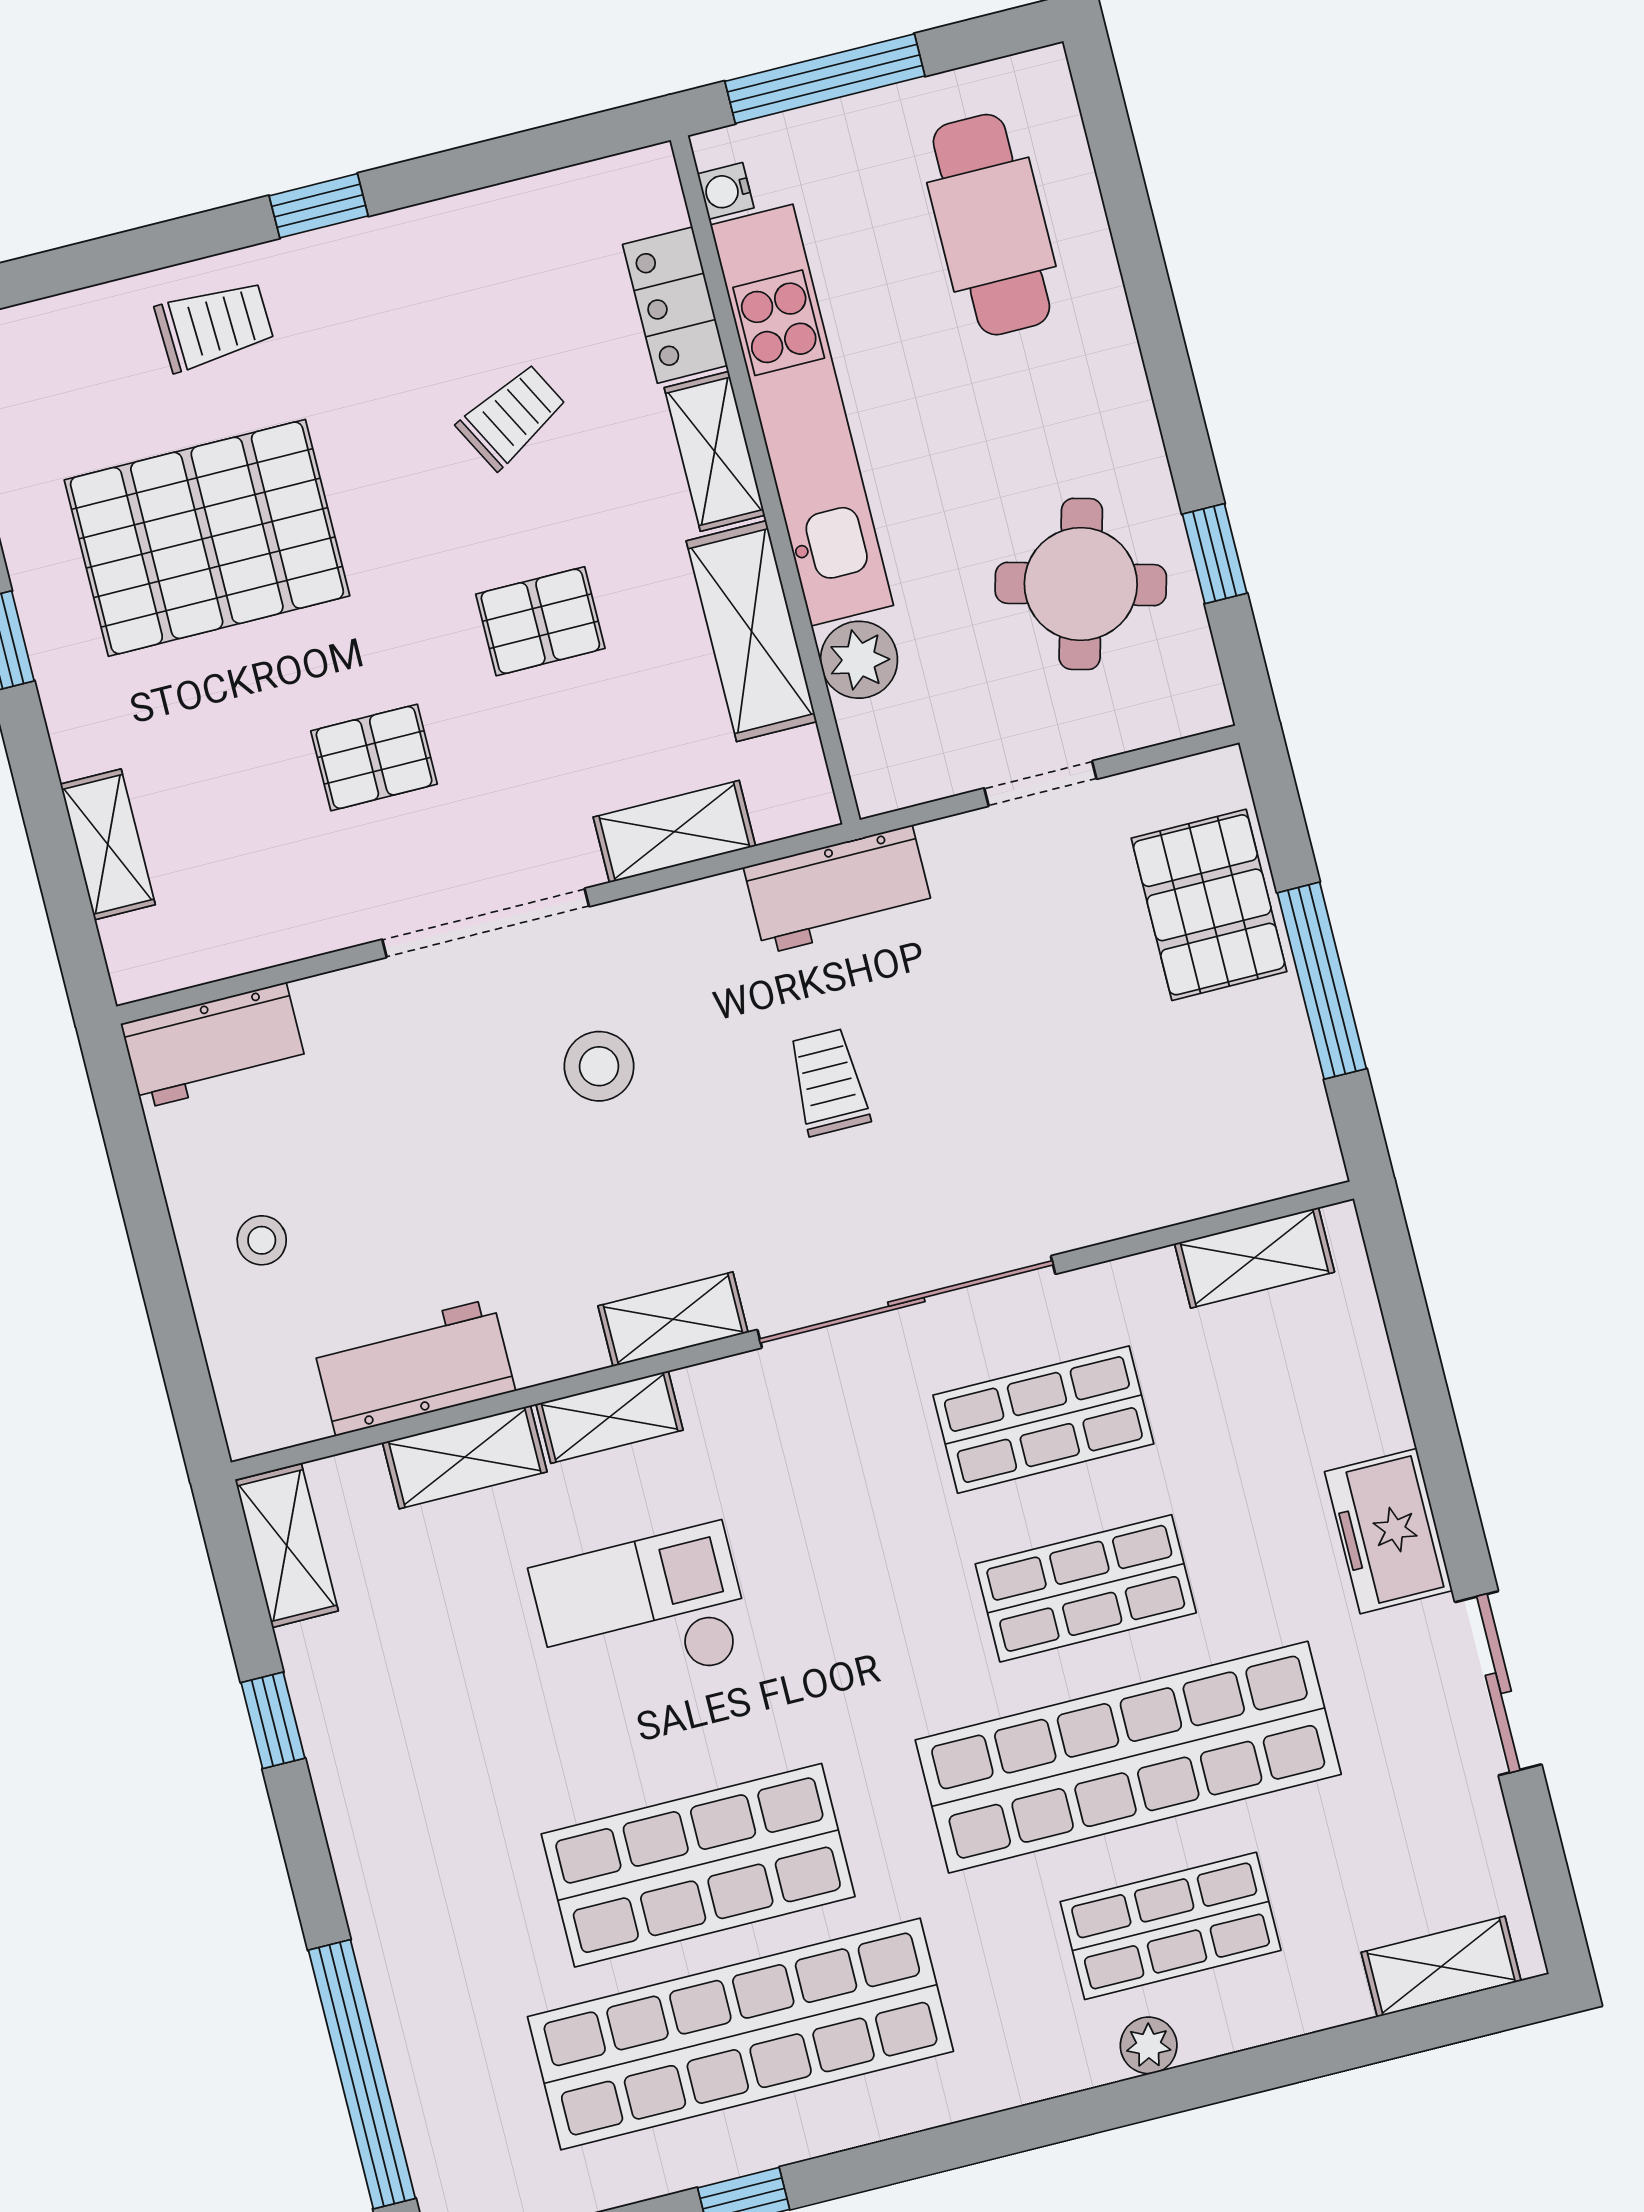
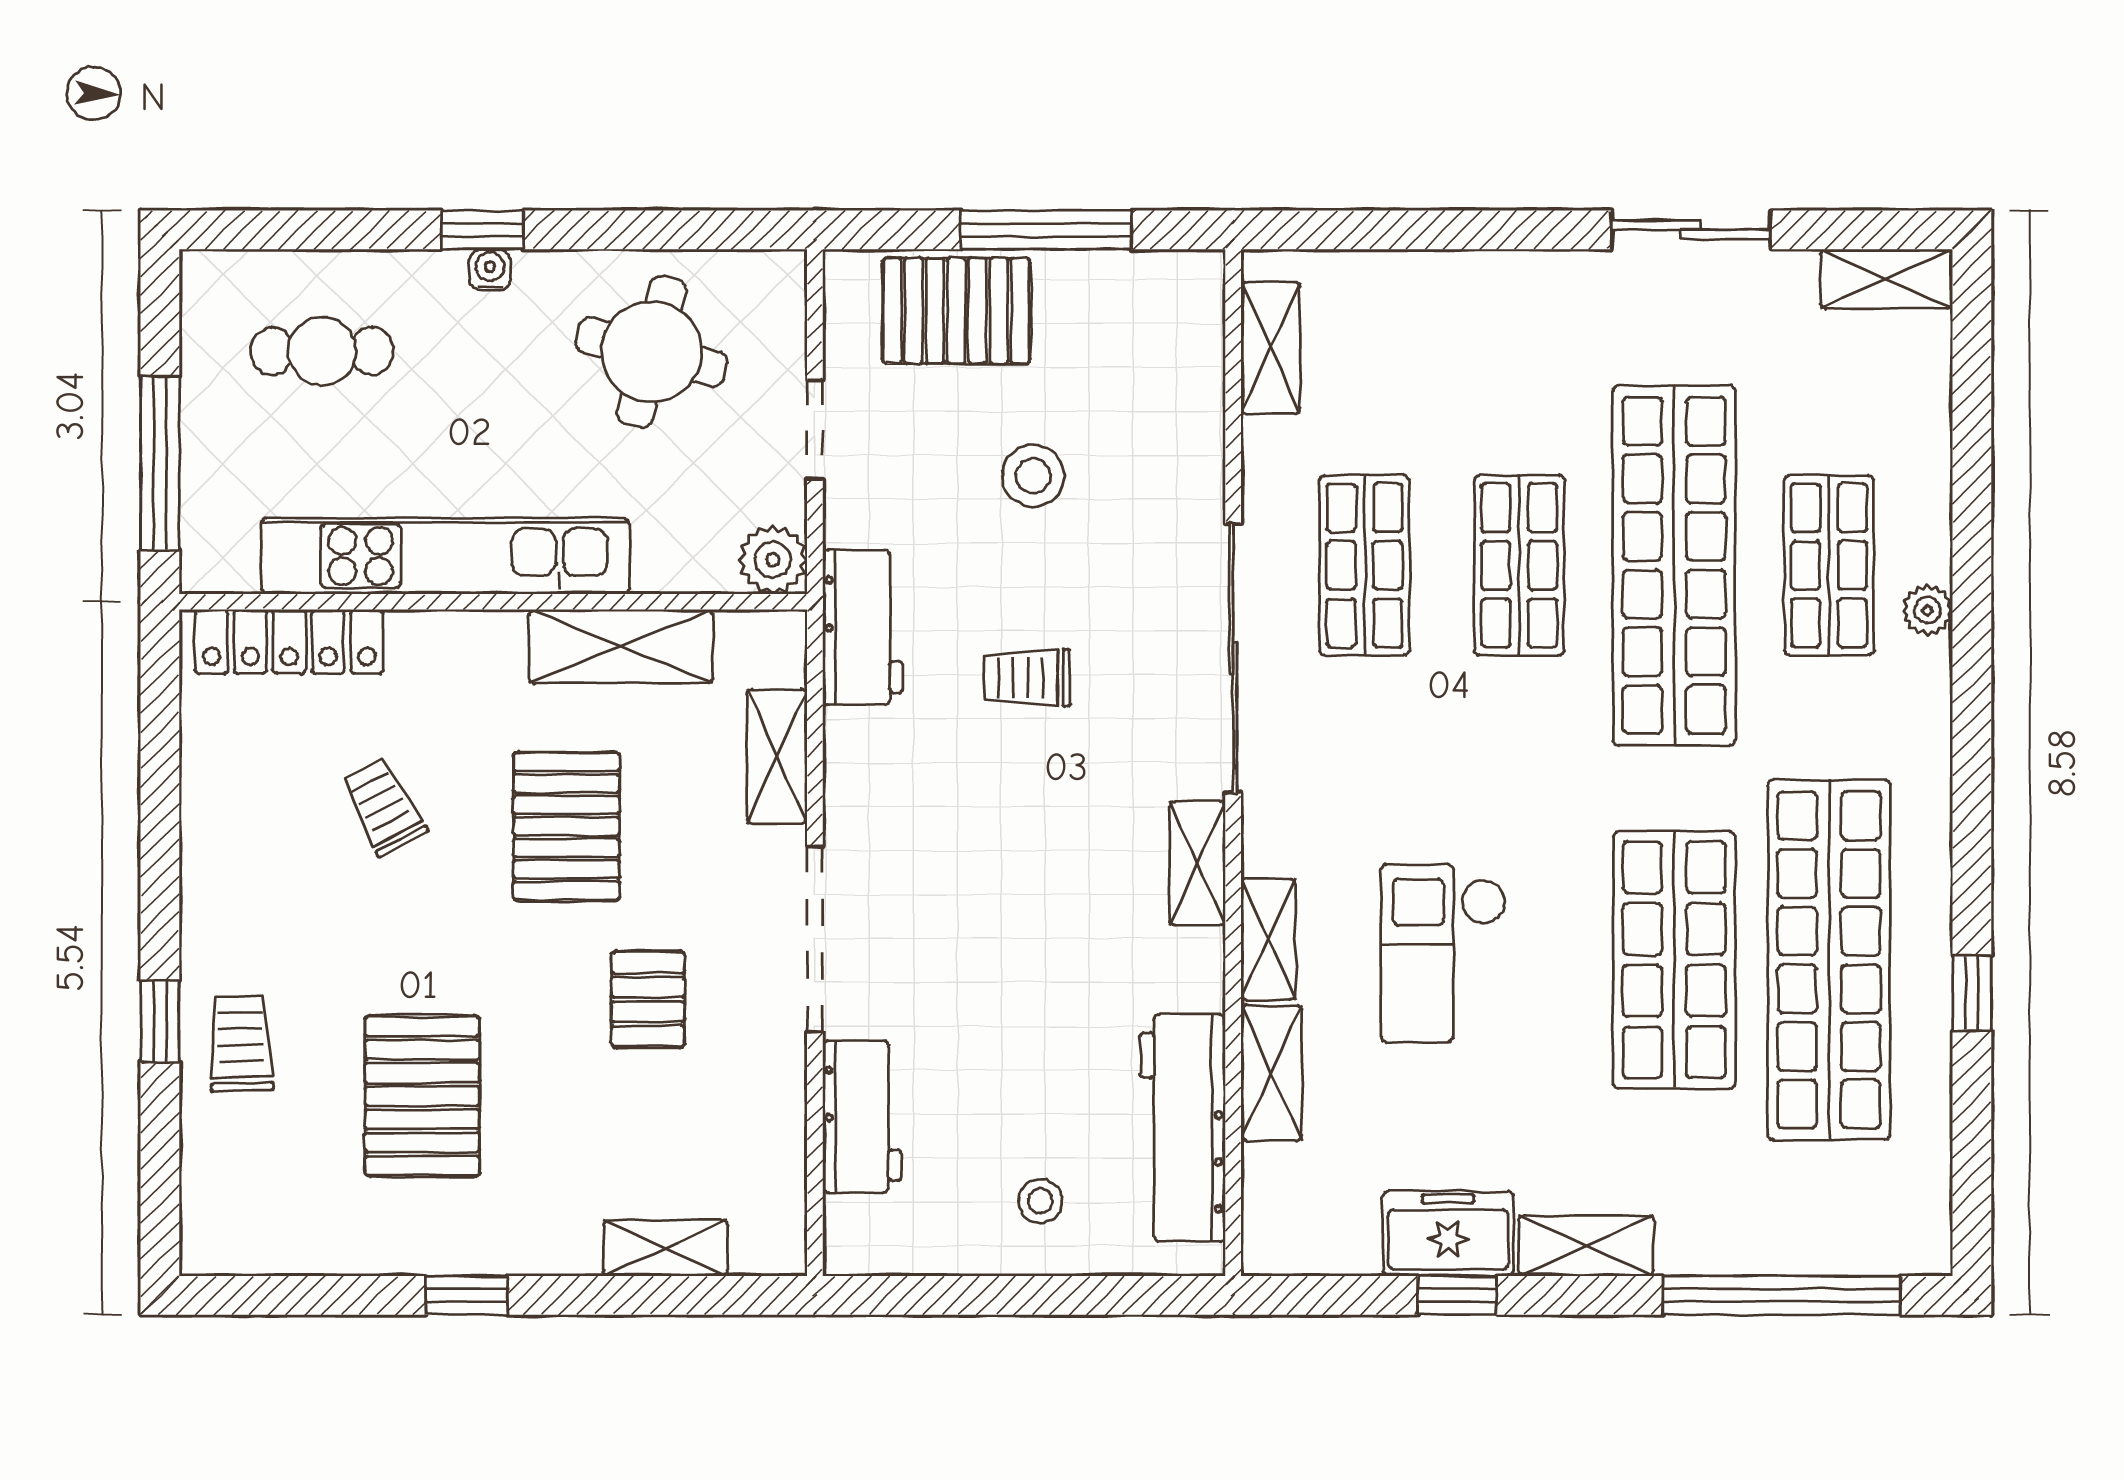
water cooler: (726, 191) -> (490, 270), moved, turned 180
window: (319, 206) -> (160, 1021), moved
cafe table: (991, 225) -> (322, 351), width x0.73, depth x0.74
locker: (675, 305) -> (289, 642), width x1.53
shelving: (715, 451) -> (458, 639), removed
pallet: (207, 538) -> (422, 1096), width x0.73, depth x0.71
window: (1215, 554) -> (482, 230), moved
pallet: (540, 621) -> (566, 826), width x1.50, depth x1.42
plant: (859, 660) -> (773, 560), moved
workbench: (214, 1046) -> (862, 1117), moved
stool: (599, 1066) -> (1033, 476), moved
workbench: (414, 1367) -> (1183, 1128), width x1.38
freezer: (1389, 1531) -> (1448, 1234), moved, turned 180
shelving: (287, 1546) -> (1586, 1246), moved
shelving: (1441, 1967) -> (1886, 279), moved, turned 90

